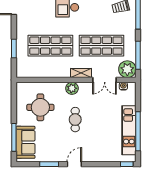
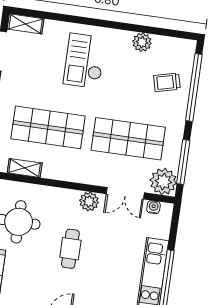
shelving: (81, 73) -> (25, 168), moved
plant: (72, 88) -> (89, 201), moved

